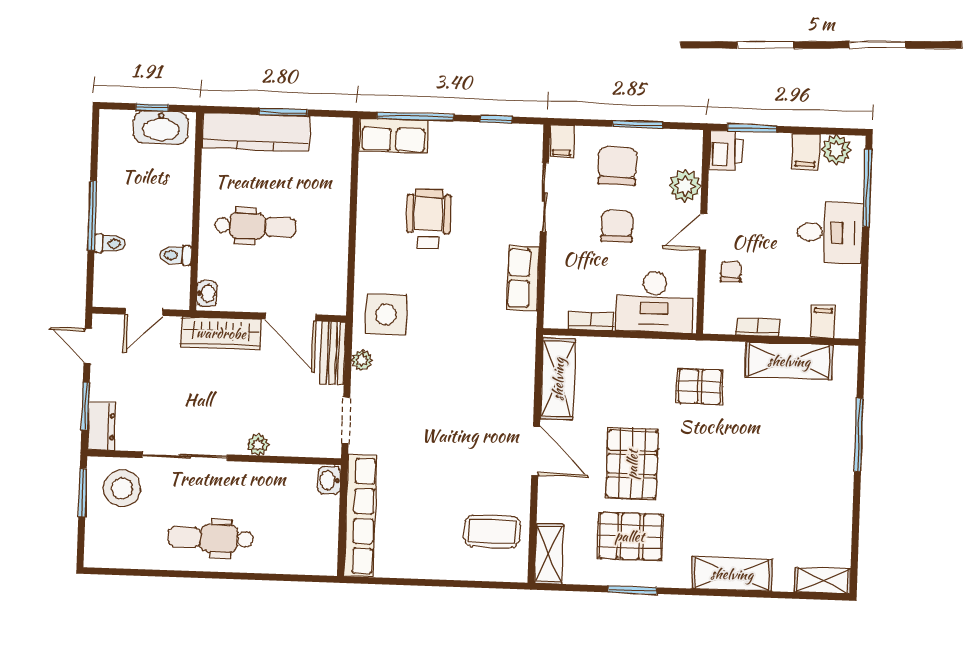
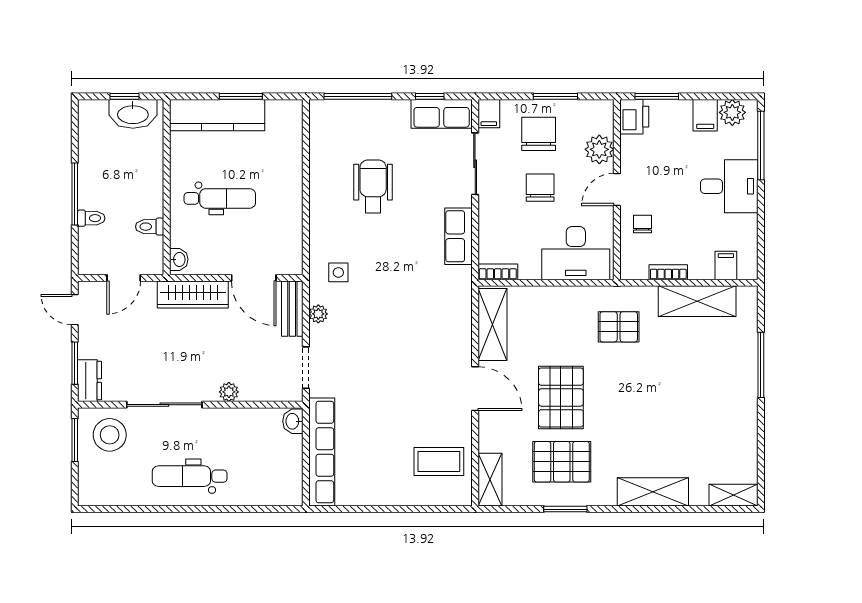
row of seats: (394, 136) -> (442, 114), moved
side table: (386, 314) -> (338, 272), width x0.54, depth x0.54
bookcase: (591, 321) -> (498, 272), moved

